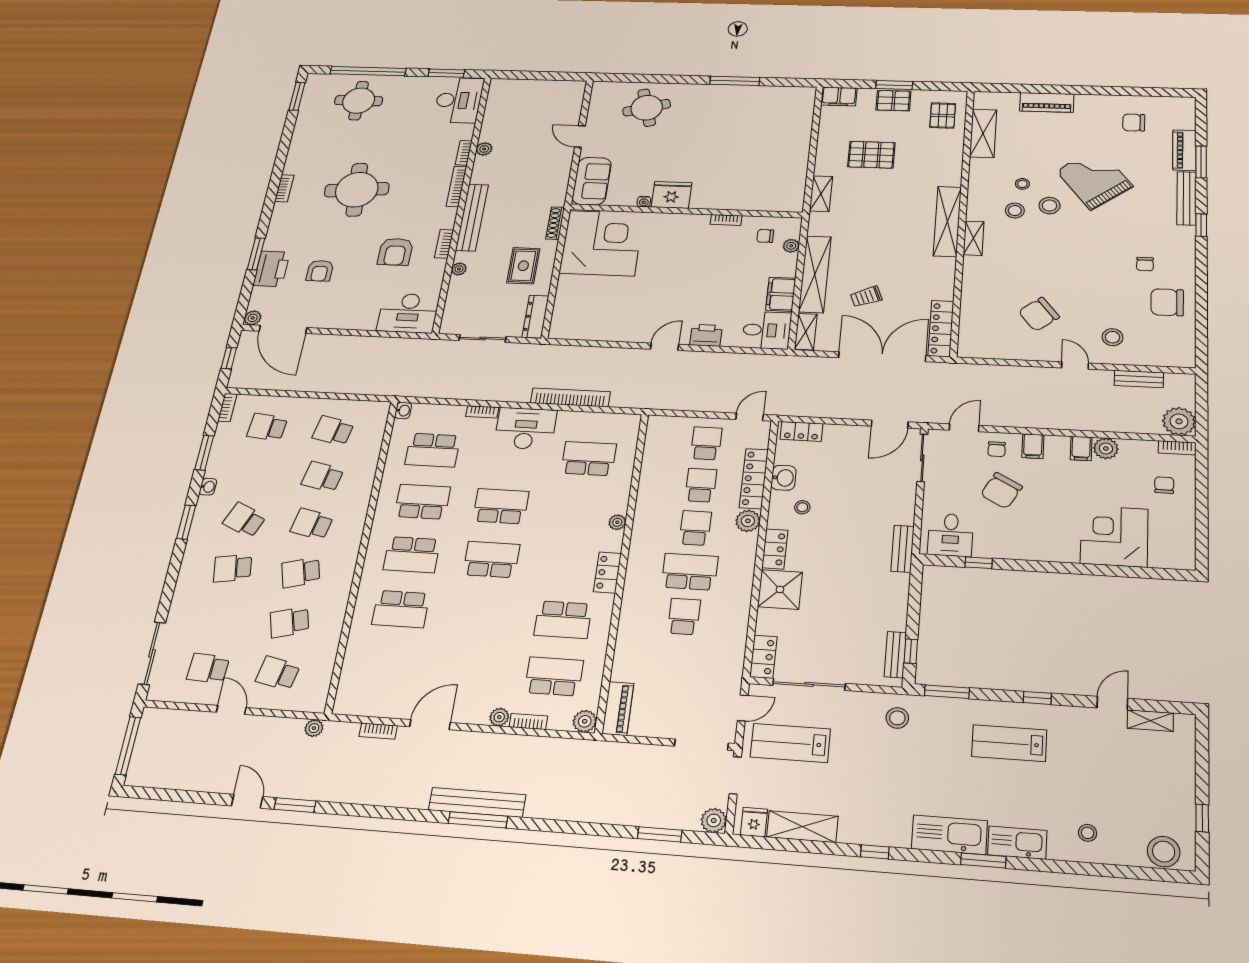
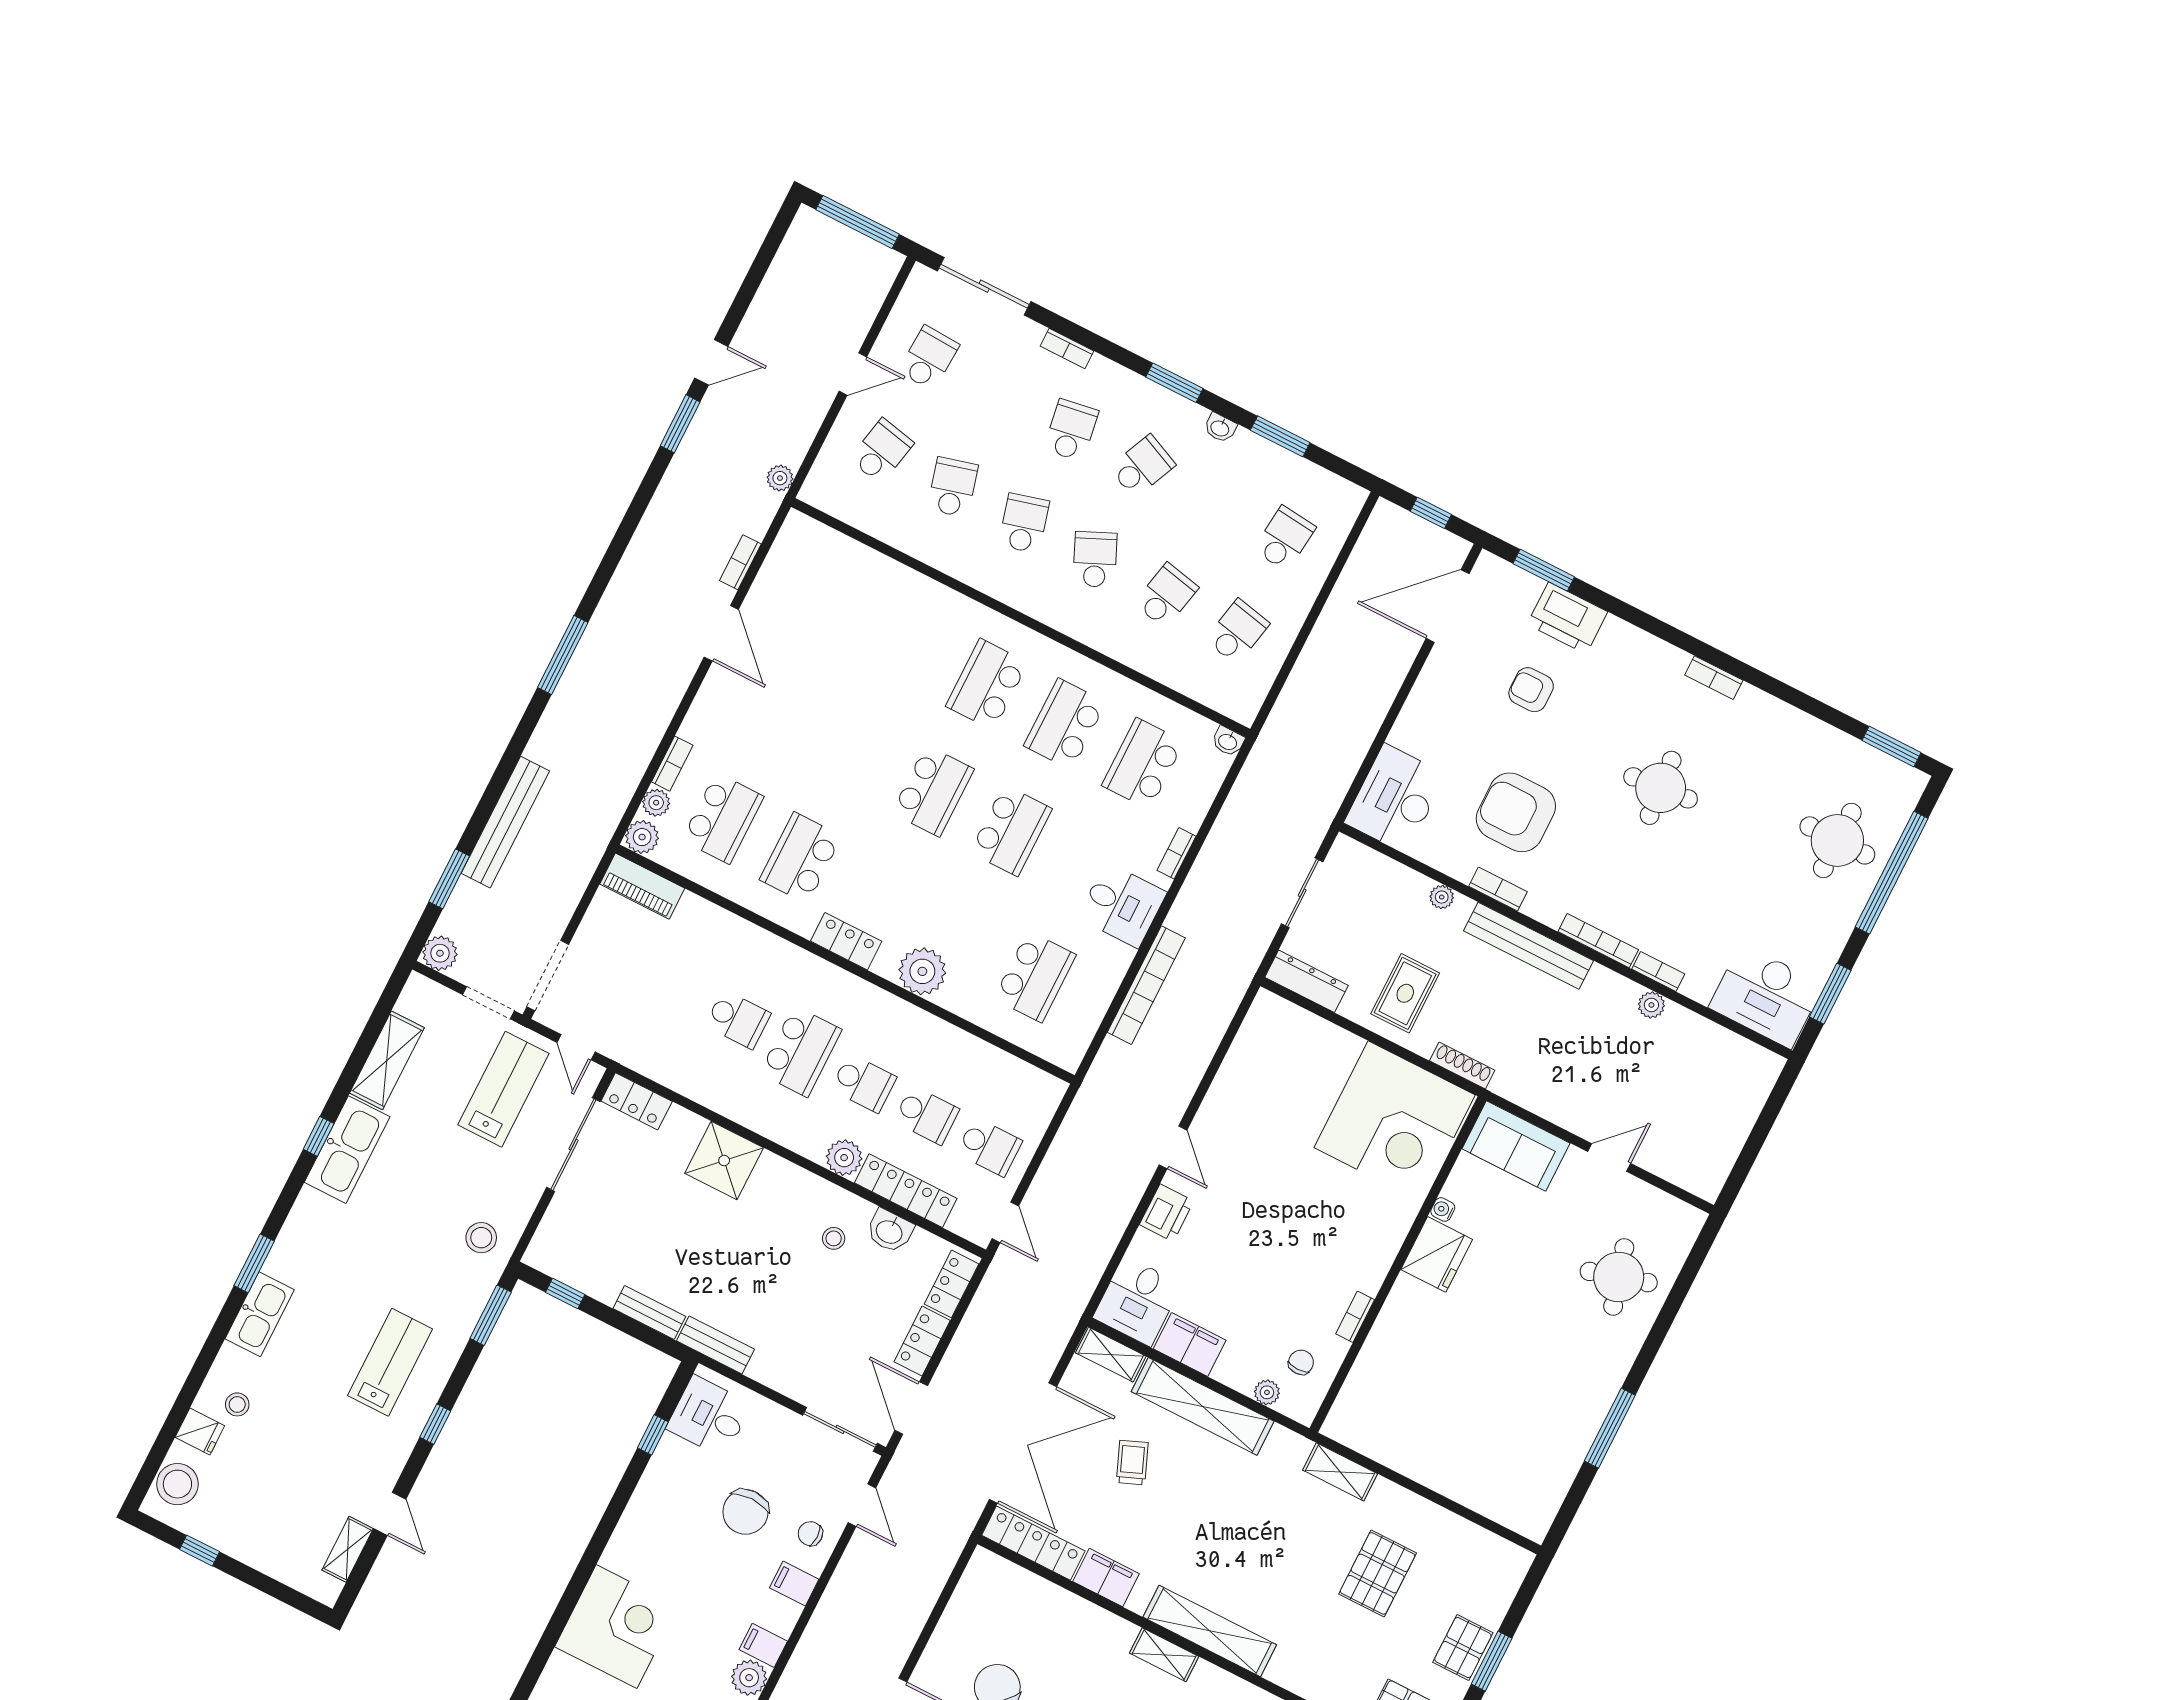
filing cabinet: (839, 97) -> (1106, 1578), moved, turned 90
round table: (357, 190) -> (1661, 788), width x0.73, depth x0.73
armchair: (395, 252) -> (1516, 812), width x1.36, depth x1.36
window: (256, 254) -> (1544, 570), moved
rug: (523, 266) -> (1405, 993), turned 90
plant: (253, 318) -> (1488, 566), removed
bookcase: (227, 408) -> (1067, 349), moved
desk: (525, 429) -> (1122, 905), width x0.73
chair: (1001, 491) -> (746, 1512), turned -119
school desk: (422, 502) -> (1065, 724), turned 180
plant: (617, 522) -> (922, 971), width x1.88, depth x1.88
school desk: (312, 524) -> (1095, 559), turned -36
locker: (775, 549) -> (922, 1341), moved, turned 90
school desk: (401, 609) -> (909, 645), removed
bench: (895, 655) -> (649, 1313), moved
plant: (499, 717) -> (656, 803), moved
bench: (477, 802) -> (505, 822), moved
fridge: (754, 822) -> (200, 1432), moved
kitchen sink: (949, 835) -> (347, 1150), moved

